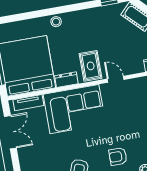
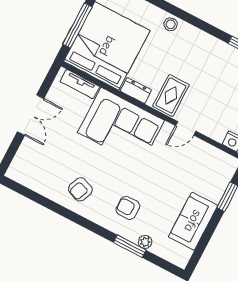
door: (116, 79) -> (186, 128), swing flipped
double door: (10, 132) -> (31, 115), moved

